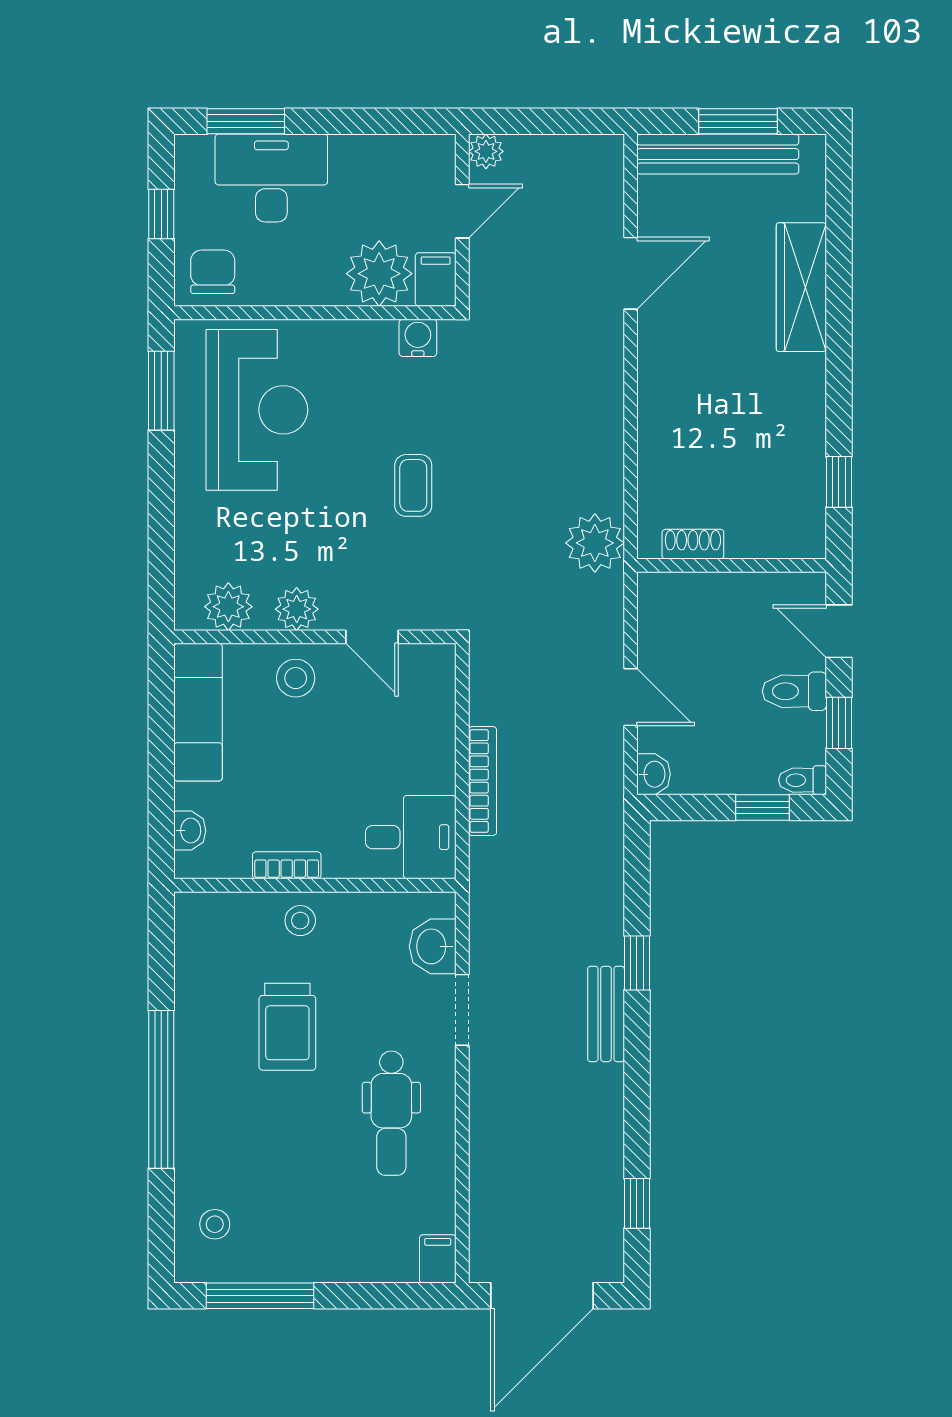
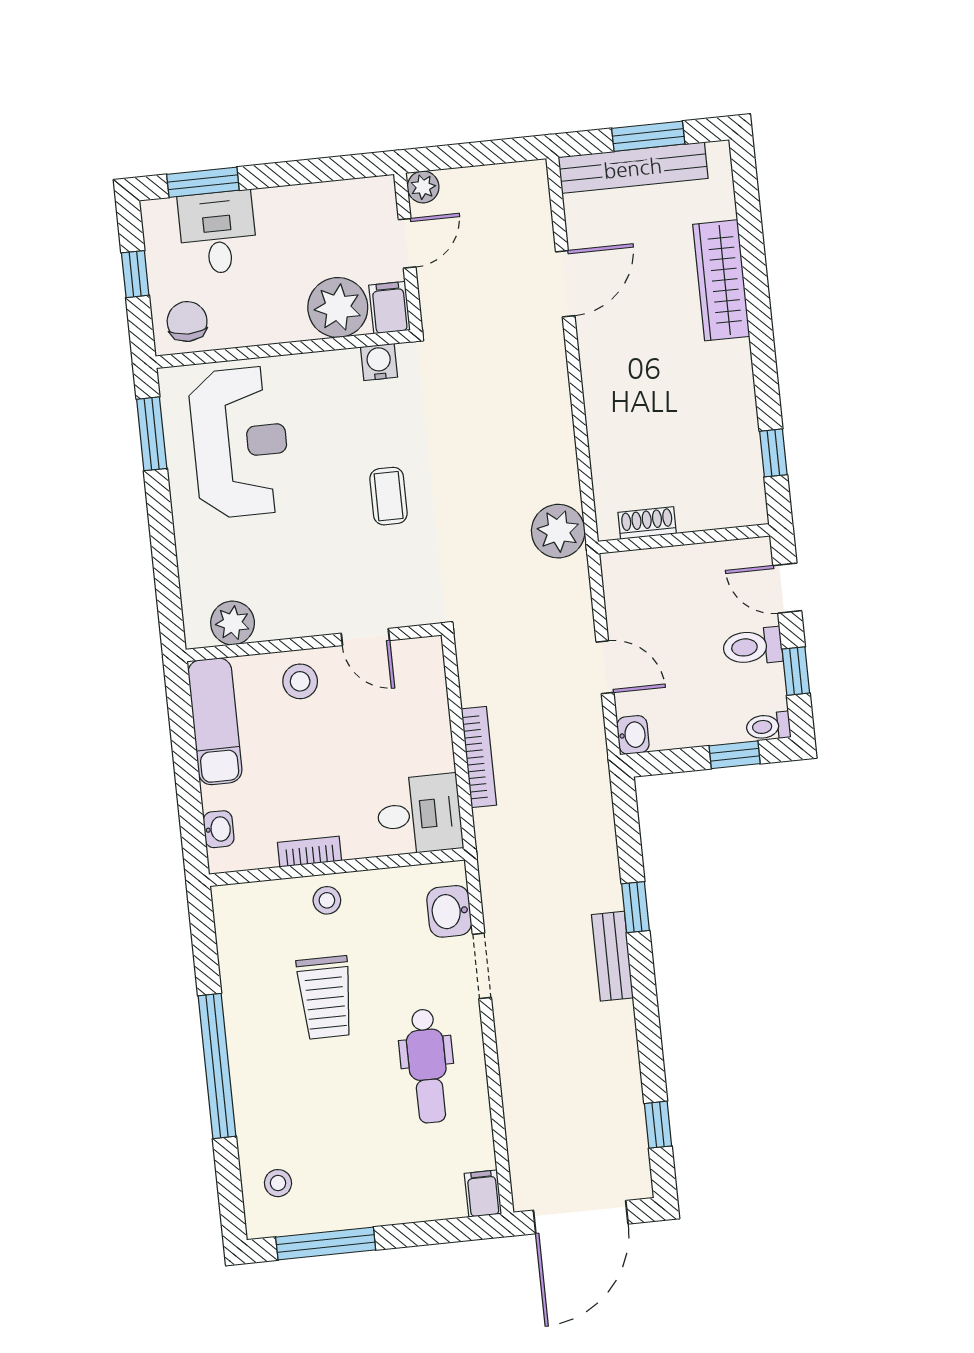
desk: (271, 178) -> (218, 233), width x0.73
plant: (297, 609) -> (295, 619), removed

